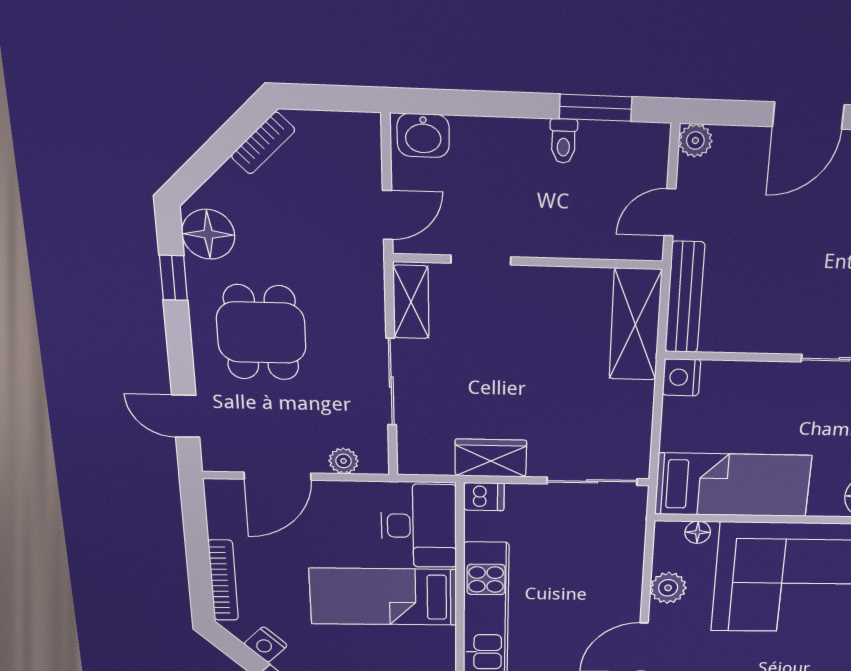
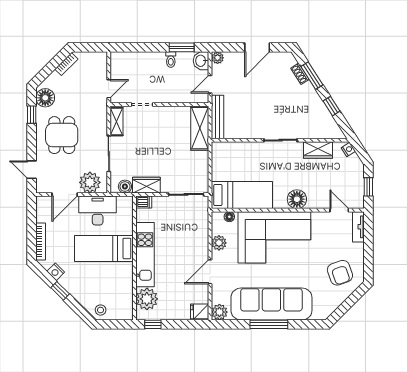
washbasin: (423, 135) -> (201, 61), moved, turned 90
nightstand: (681, 377) -> (218, 149), removed
boiler: (435, 460) -> (125, 186), added
plant: (344, 461) -> (90, 182), width x1.88, depth x1.88
desk: (419, 526) -> (98, 211), moved, turned -90

